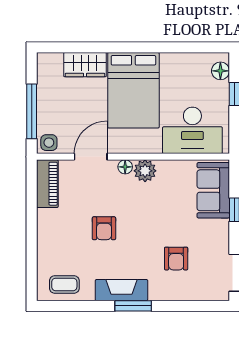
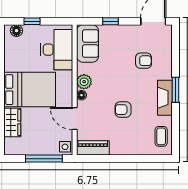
sofa: (213, 190) -> (88, 43), moved, turned -90
armchair: (104, 228) -> (123, 110), turned 180

